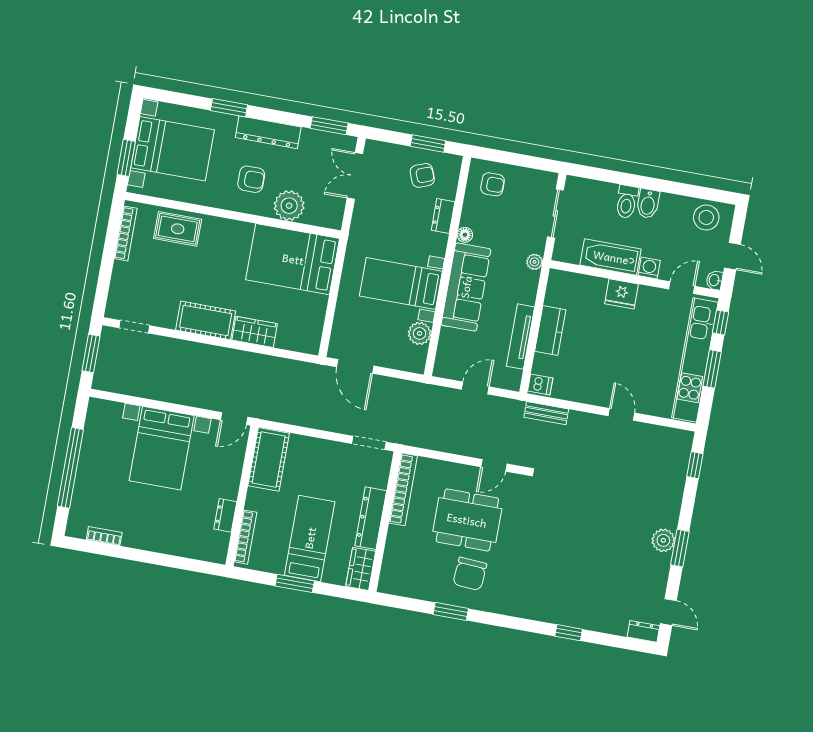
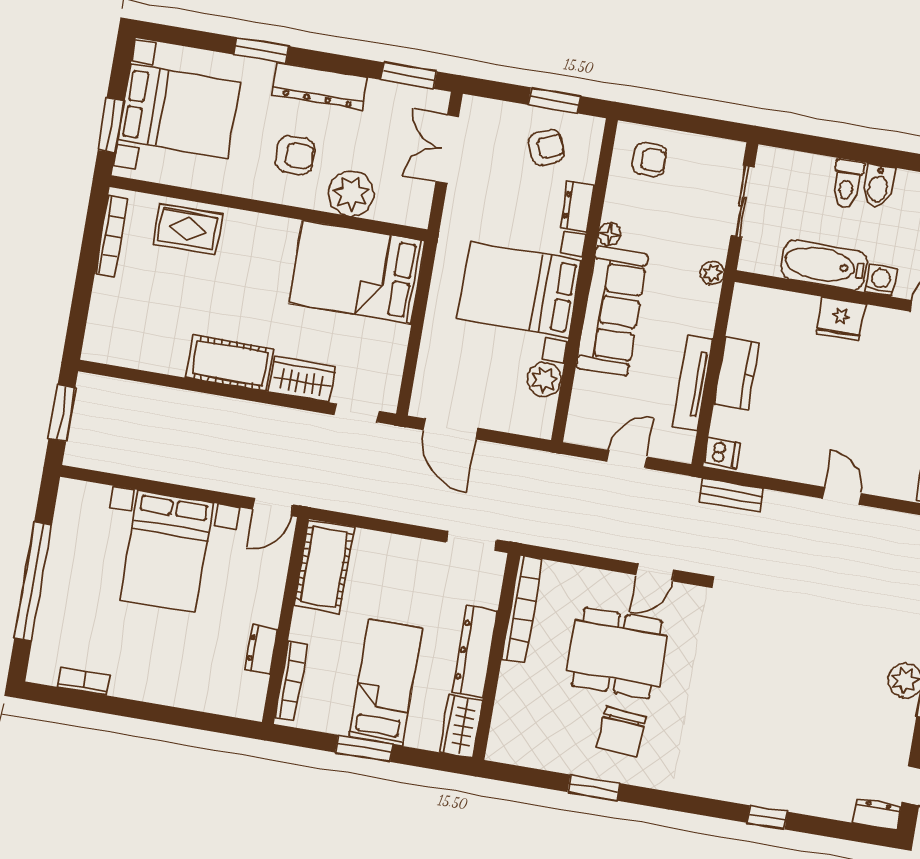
bed with nightstands: (401, 284) -> (519, 290), width x1.36
doorway: (134, 327) -> (357, 413), moved

